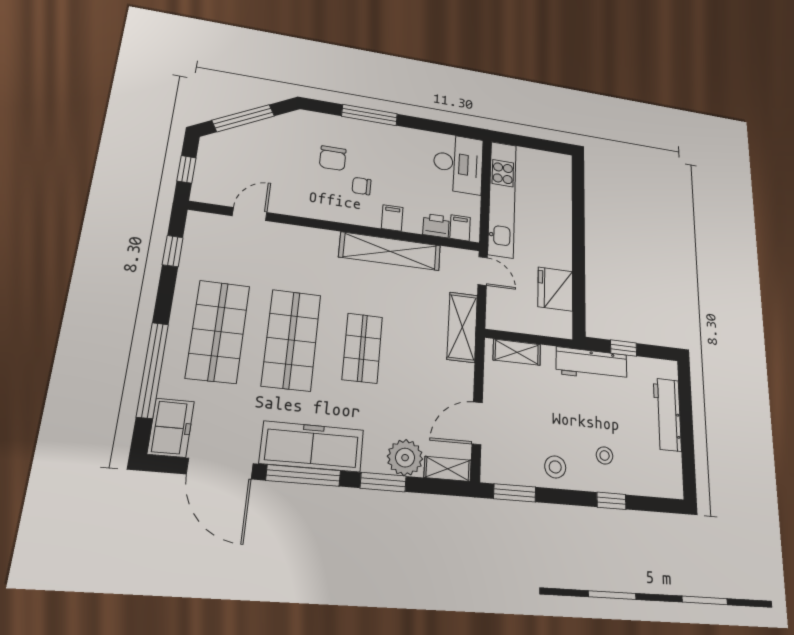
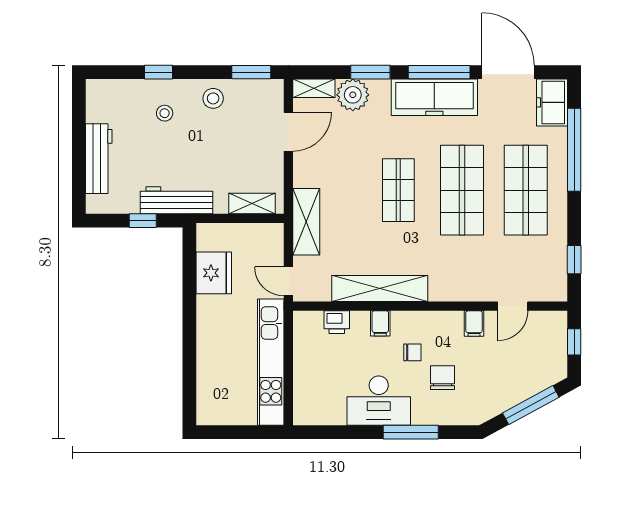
desk: (458, 164) -> (379, 401), moved, turned -90
filing cabinet: (460, 228) -> (474, 324), moved

